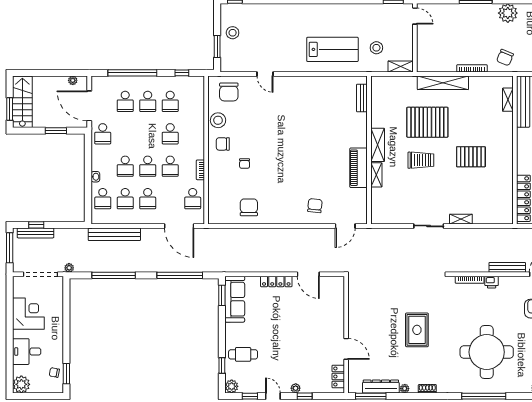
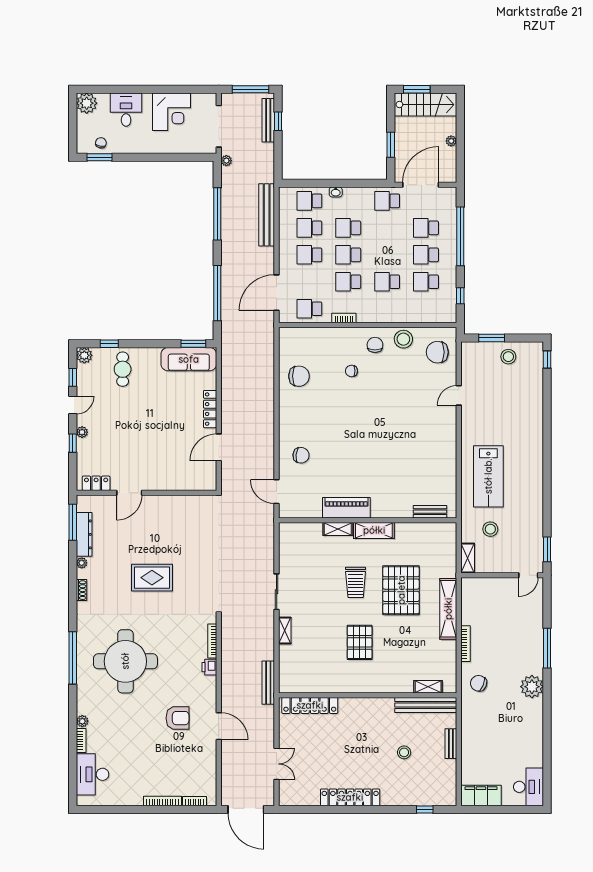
plant: (73, 80) -> (451, 141), moved
bench: (507, 267) -> (268, 683), moved

